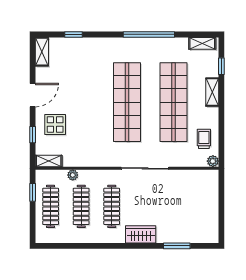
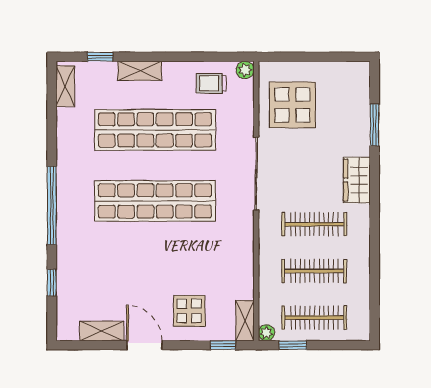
window: (149, 34) -> (52, 206), moved
shelving: (42, 52) -> (102, 331), moved
window: (33, 135) -> (223, 345), moved
plant: (73, 175) -> (266, 333), moved
display table: (190, 192) -> (292, 105), added

